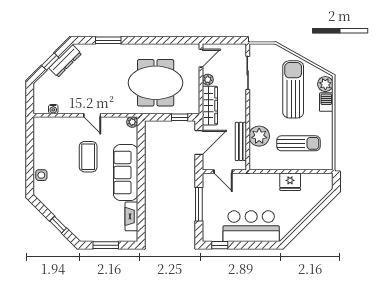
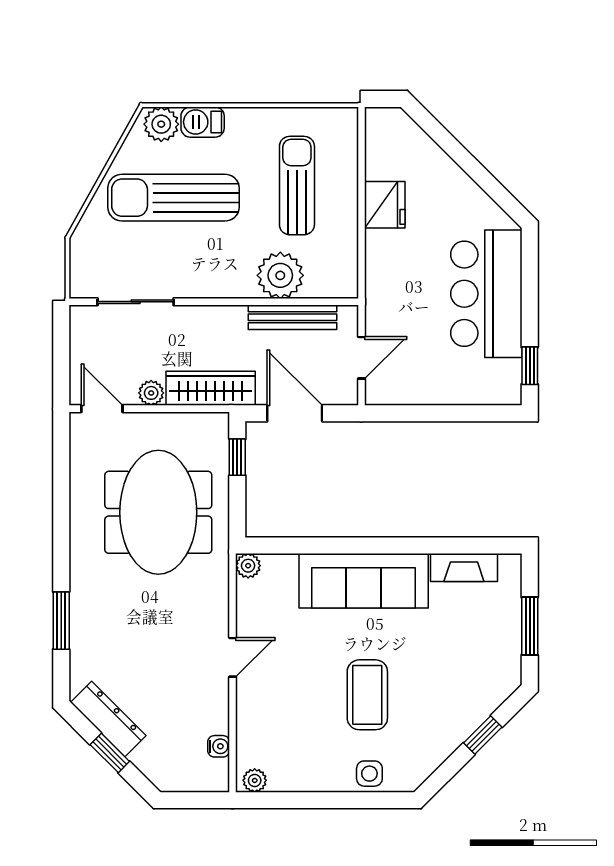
plant: (38, 125) -> (255, 780), added
coffee table: (88, 157) -> (367, 695), moved, turned 90
window: (199, 204) -> (436, 413), removed

